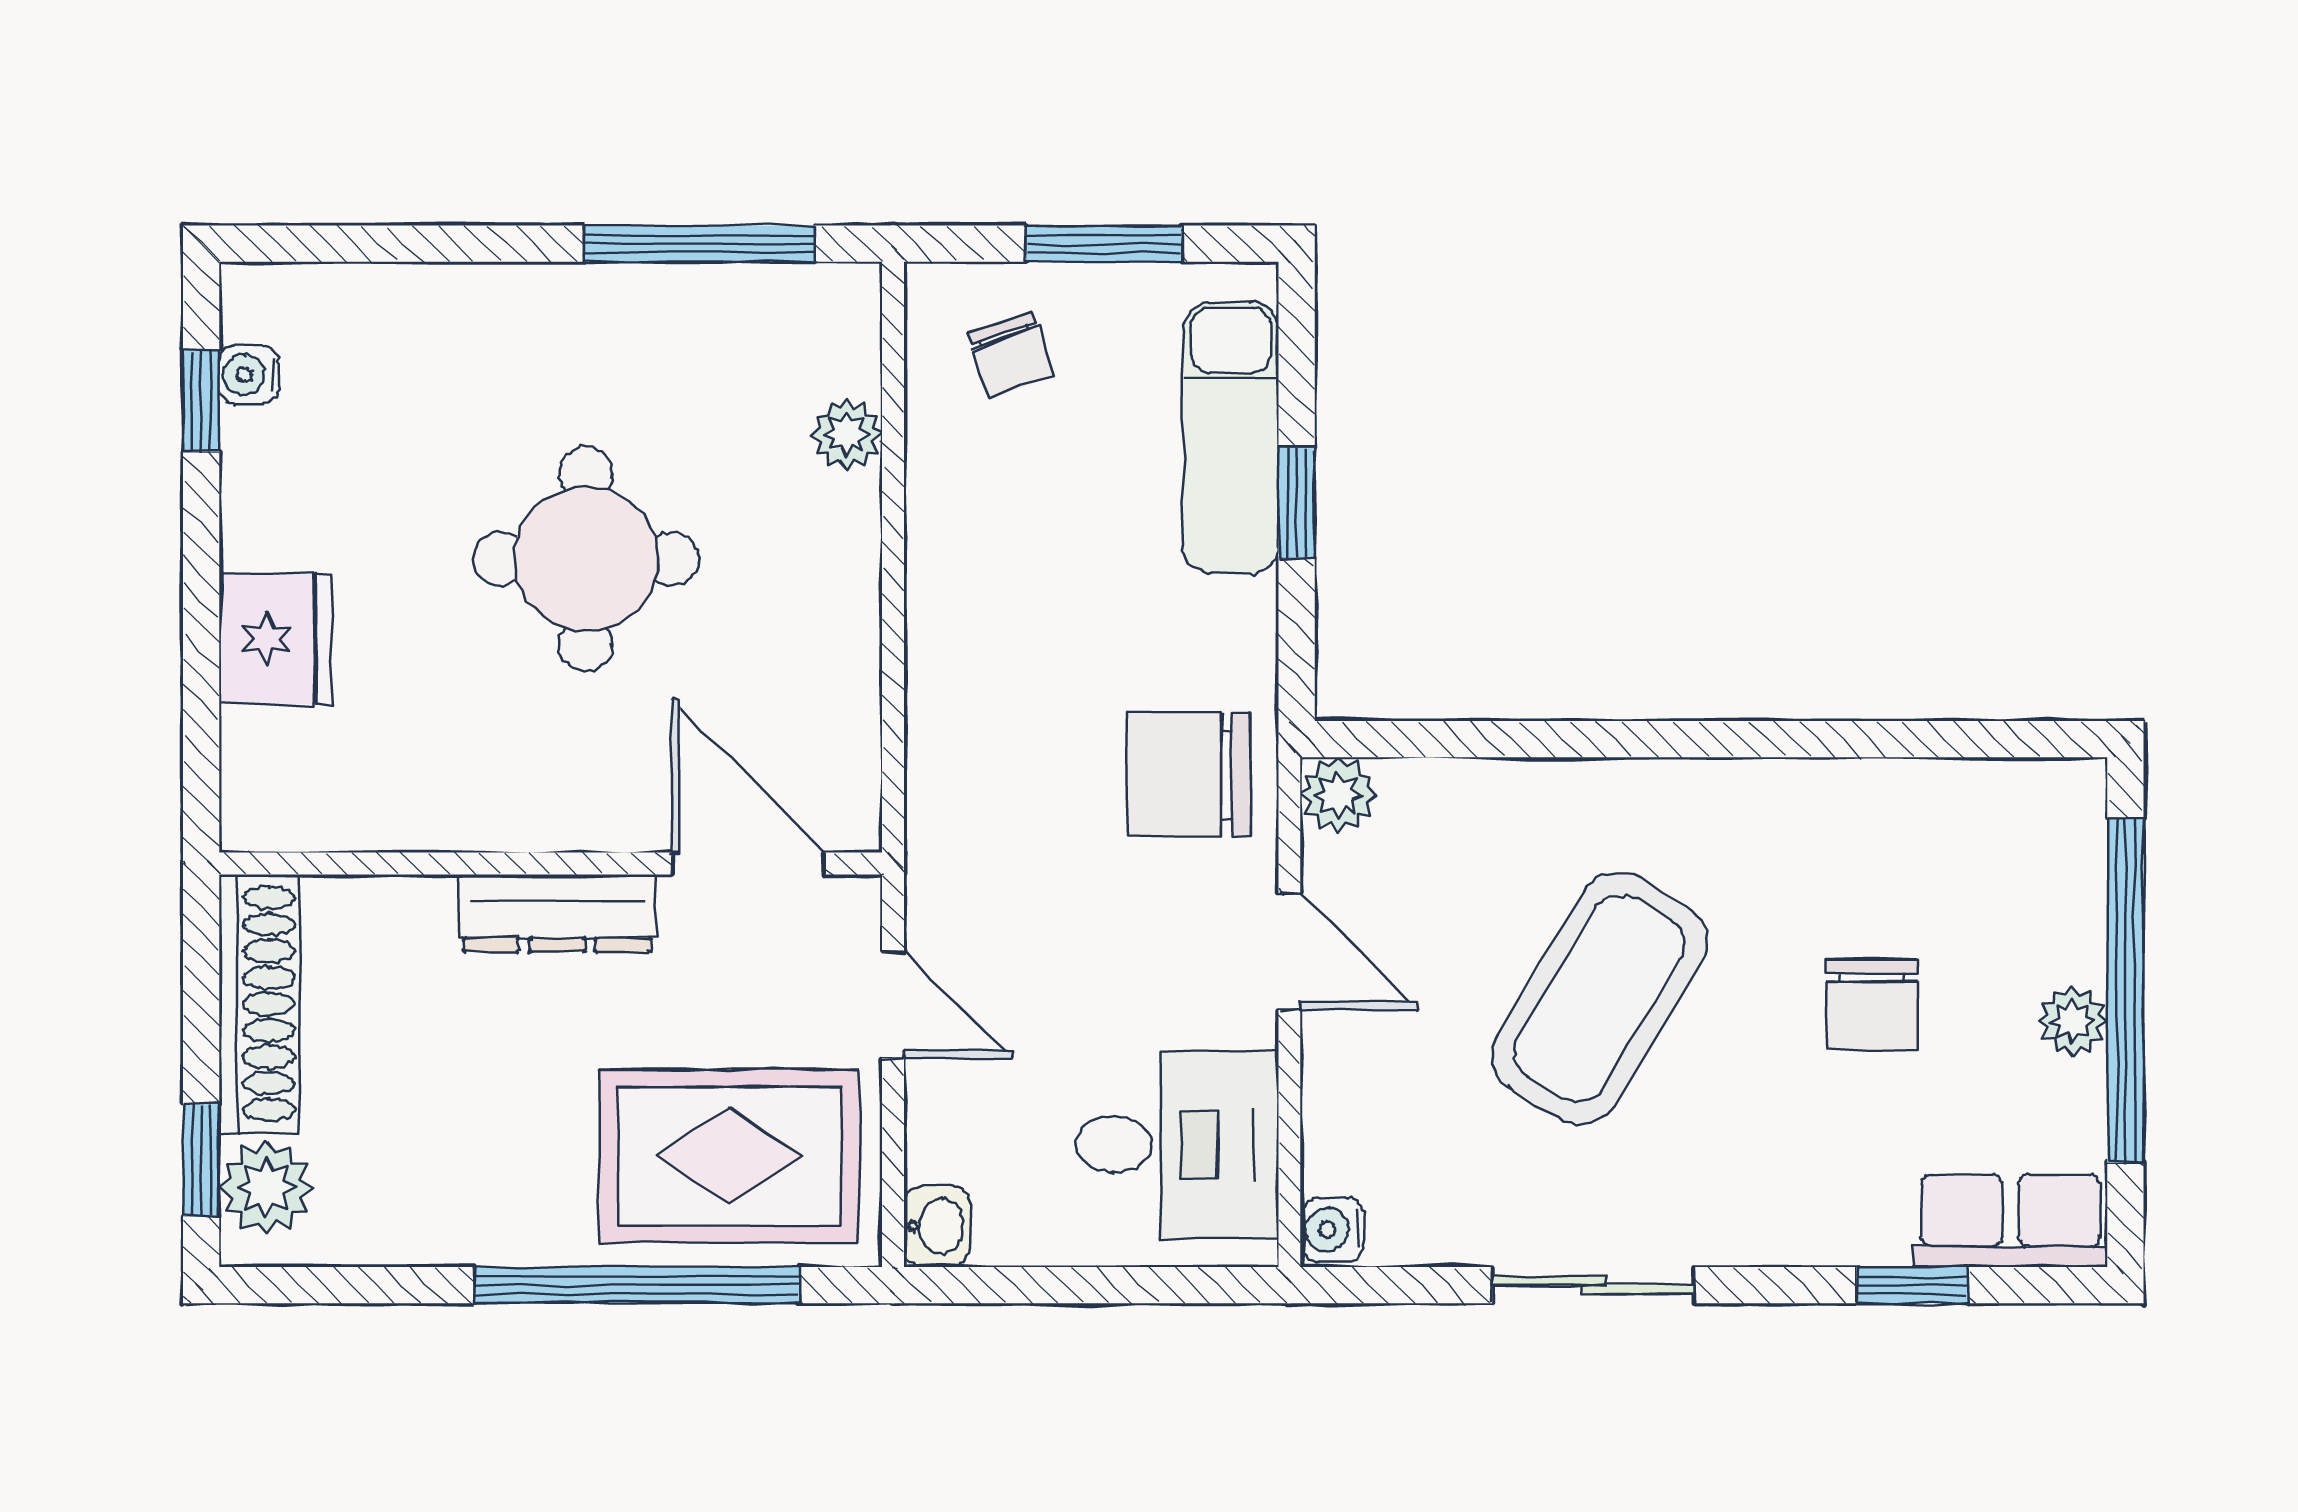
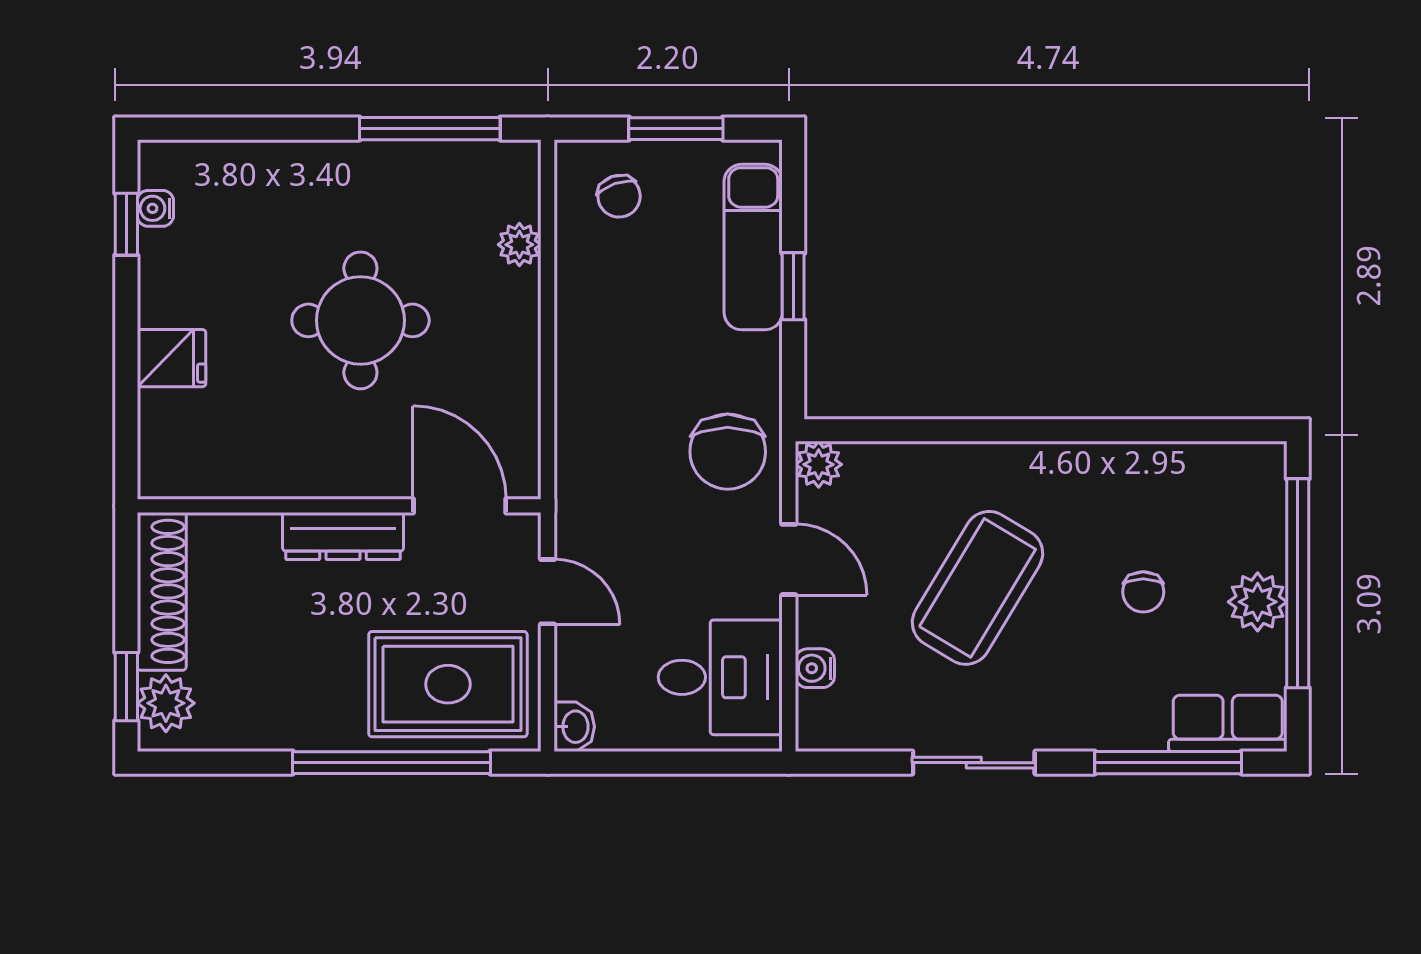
fridge: (275, 639) -> (172, 358), width x0.72
chair: (1189, 774) -> (728, 452), turned -90
chair: (1872, 1005) -> (1143, 592), width x0.73, depth x0.73
plant: (2072, 1021) -> (1258, 602), width x1.38, depth x1.38
water cooler: (1332, 1229) -> (815, 668), moved
window: (1912, 1285) -> (1168, 763), width x2.17

